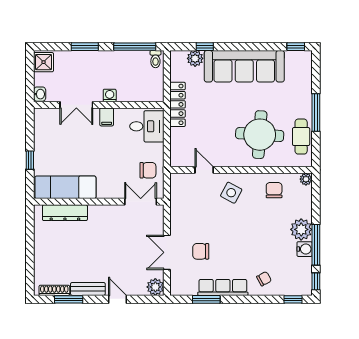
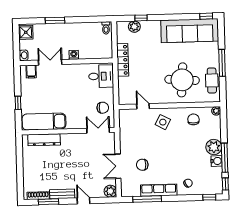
window: (135, 47) -> (91, 19), removed
sofa: (244, 66) -> (190, 31), moved
double door: (76, 105) -> (50, 62), swing flipped
filing cabinet: (107, 117) -> (31, 71), moved
window: (206, 299) -> (147, 199), width x1.44

